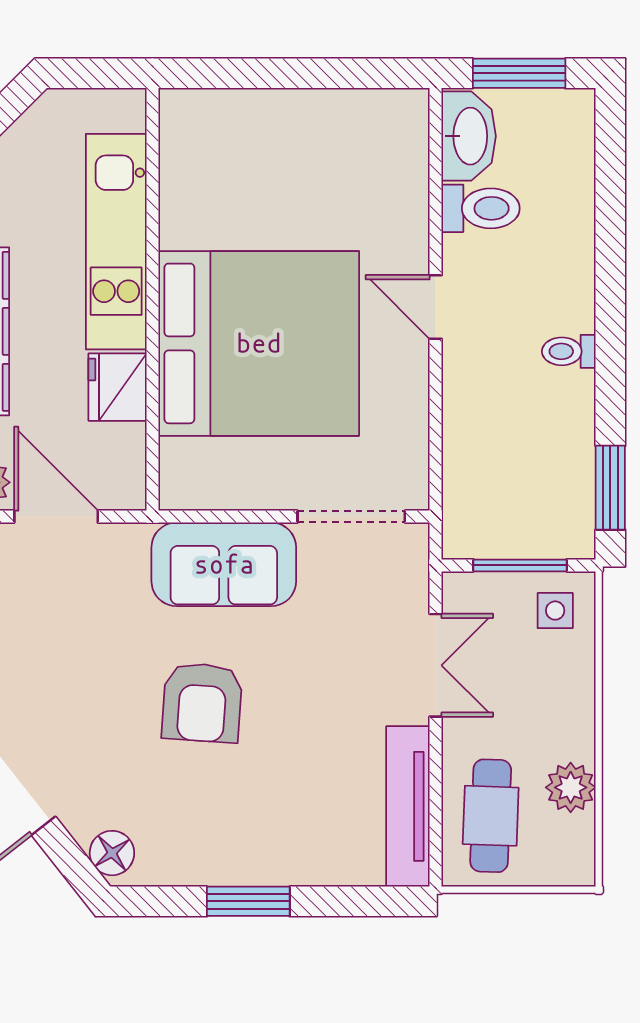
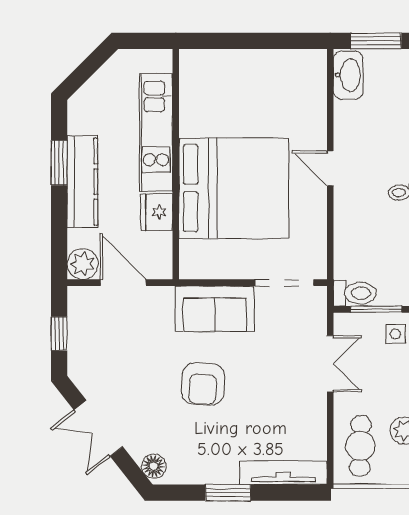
toilet: (481, 208) -> (355, 293), moved
tv unit: (408, 806) -> (283, 473), moved, turned 90

